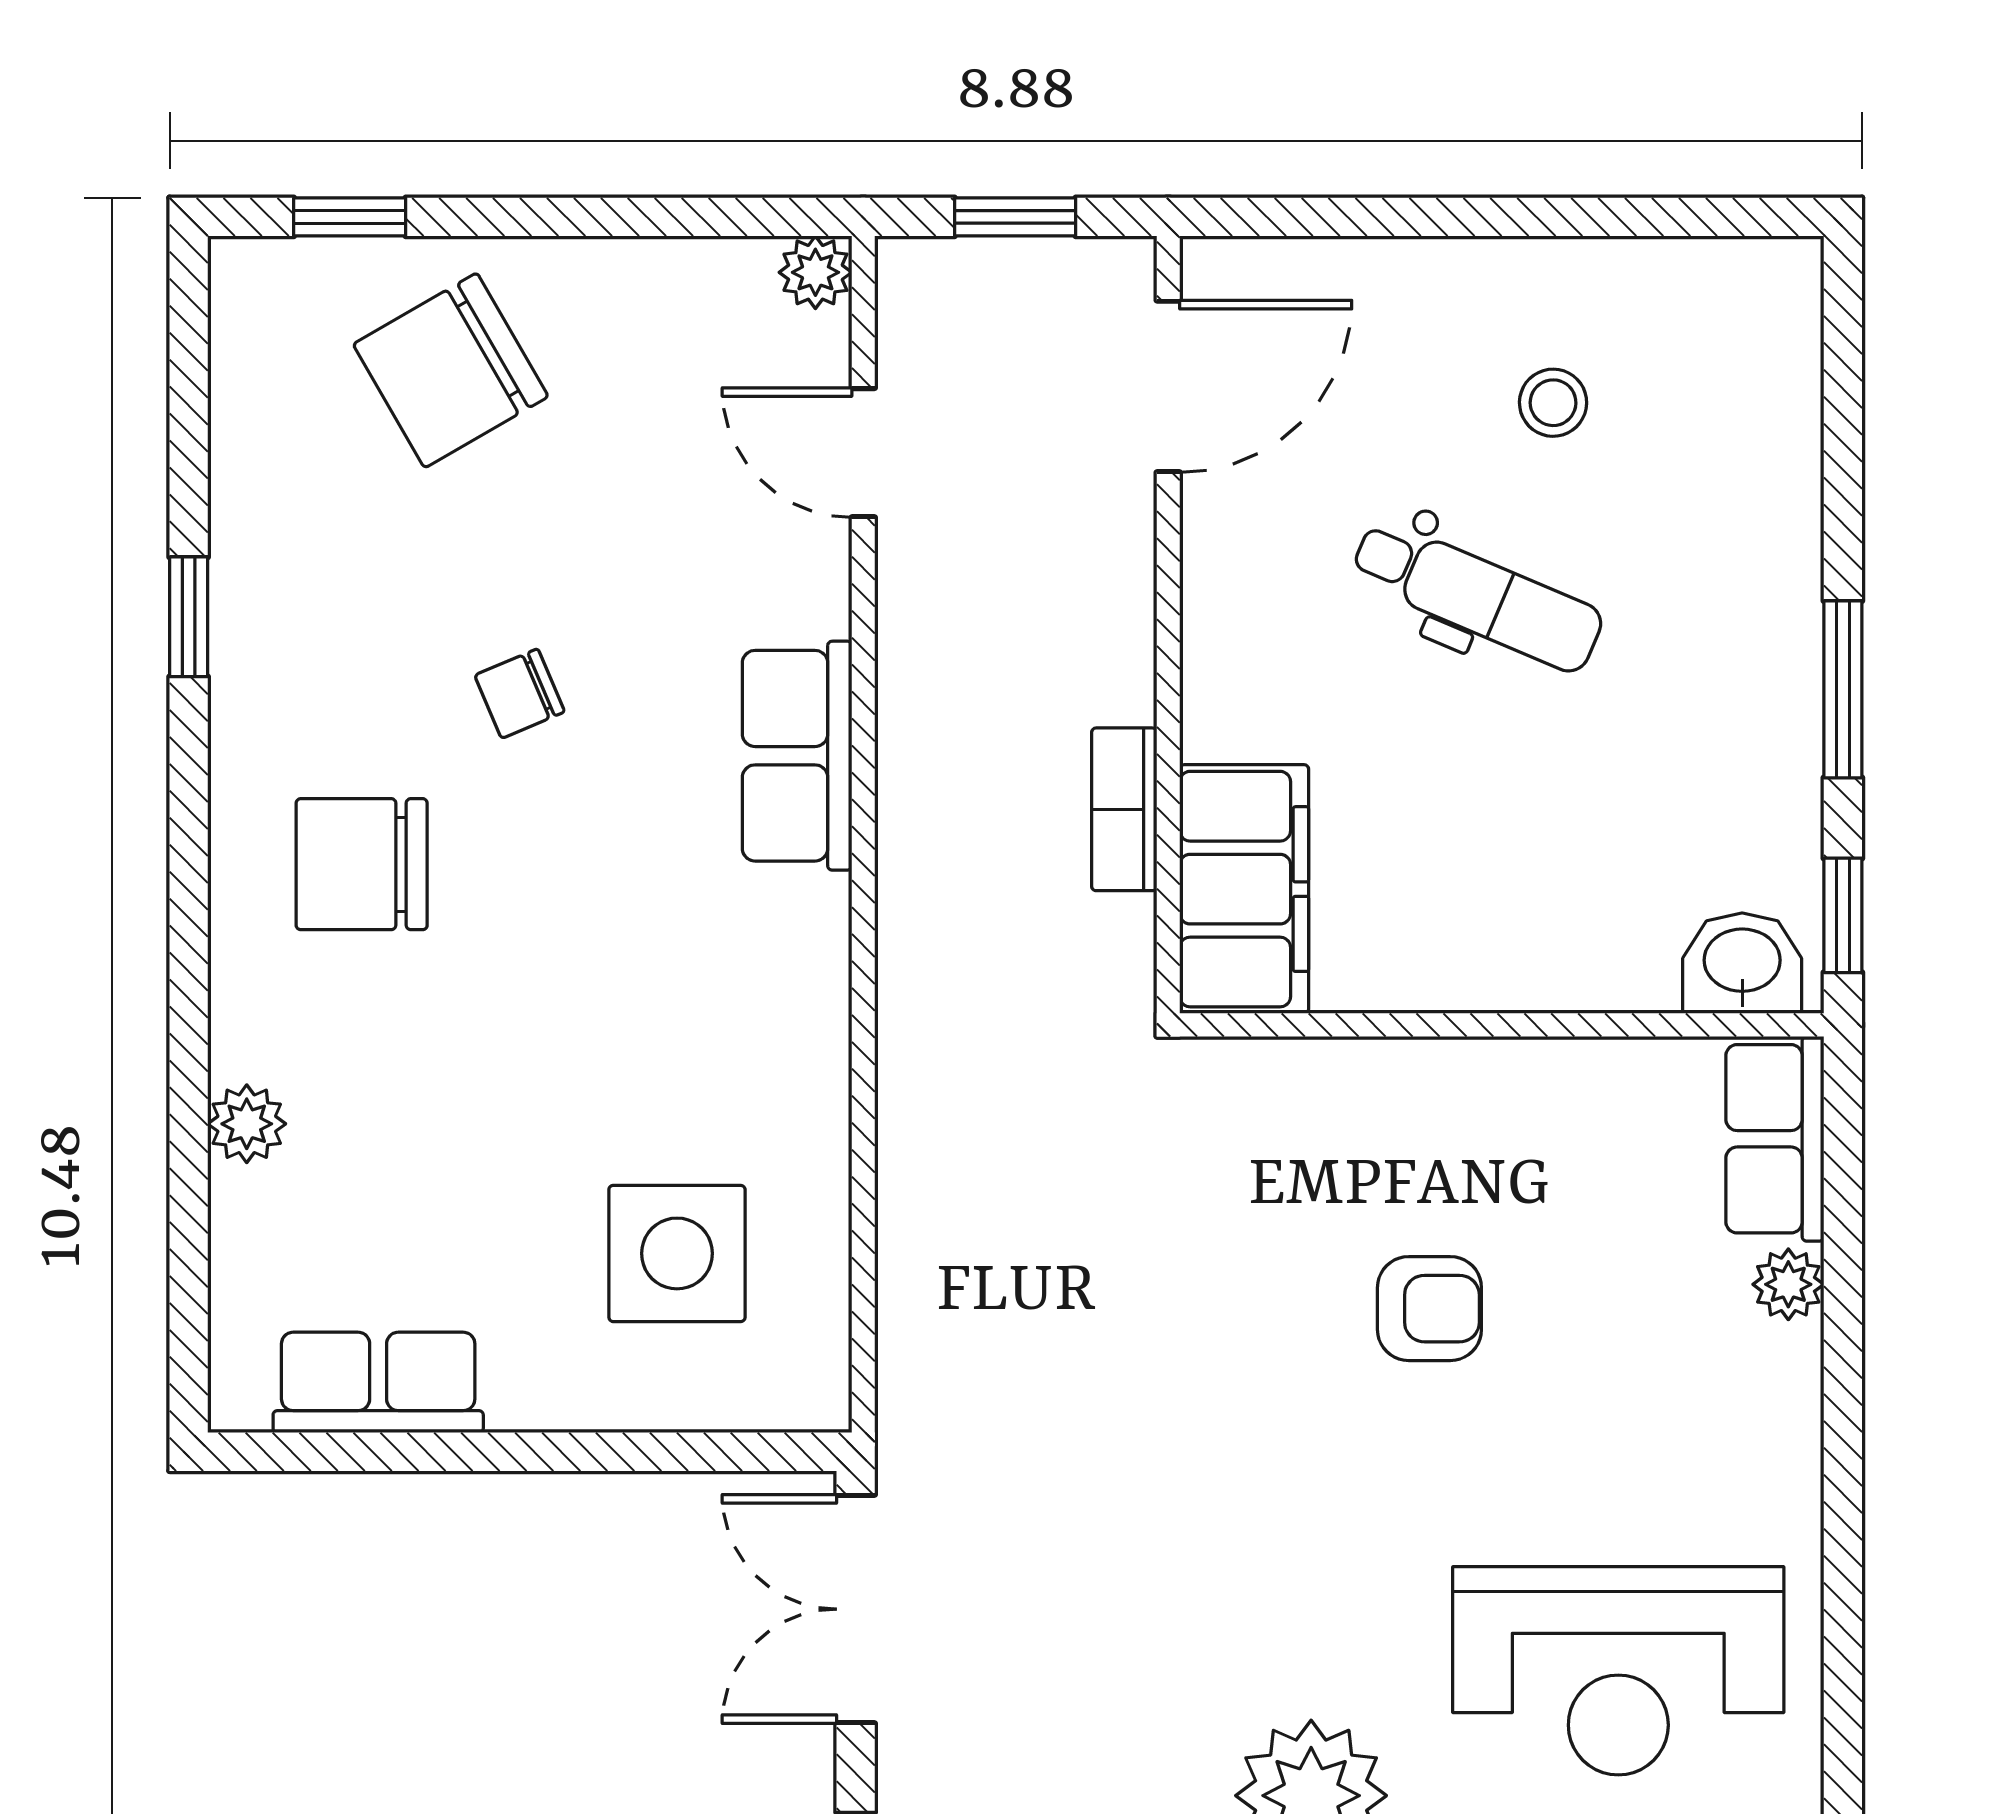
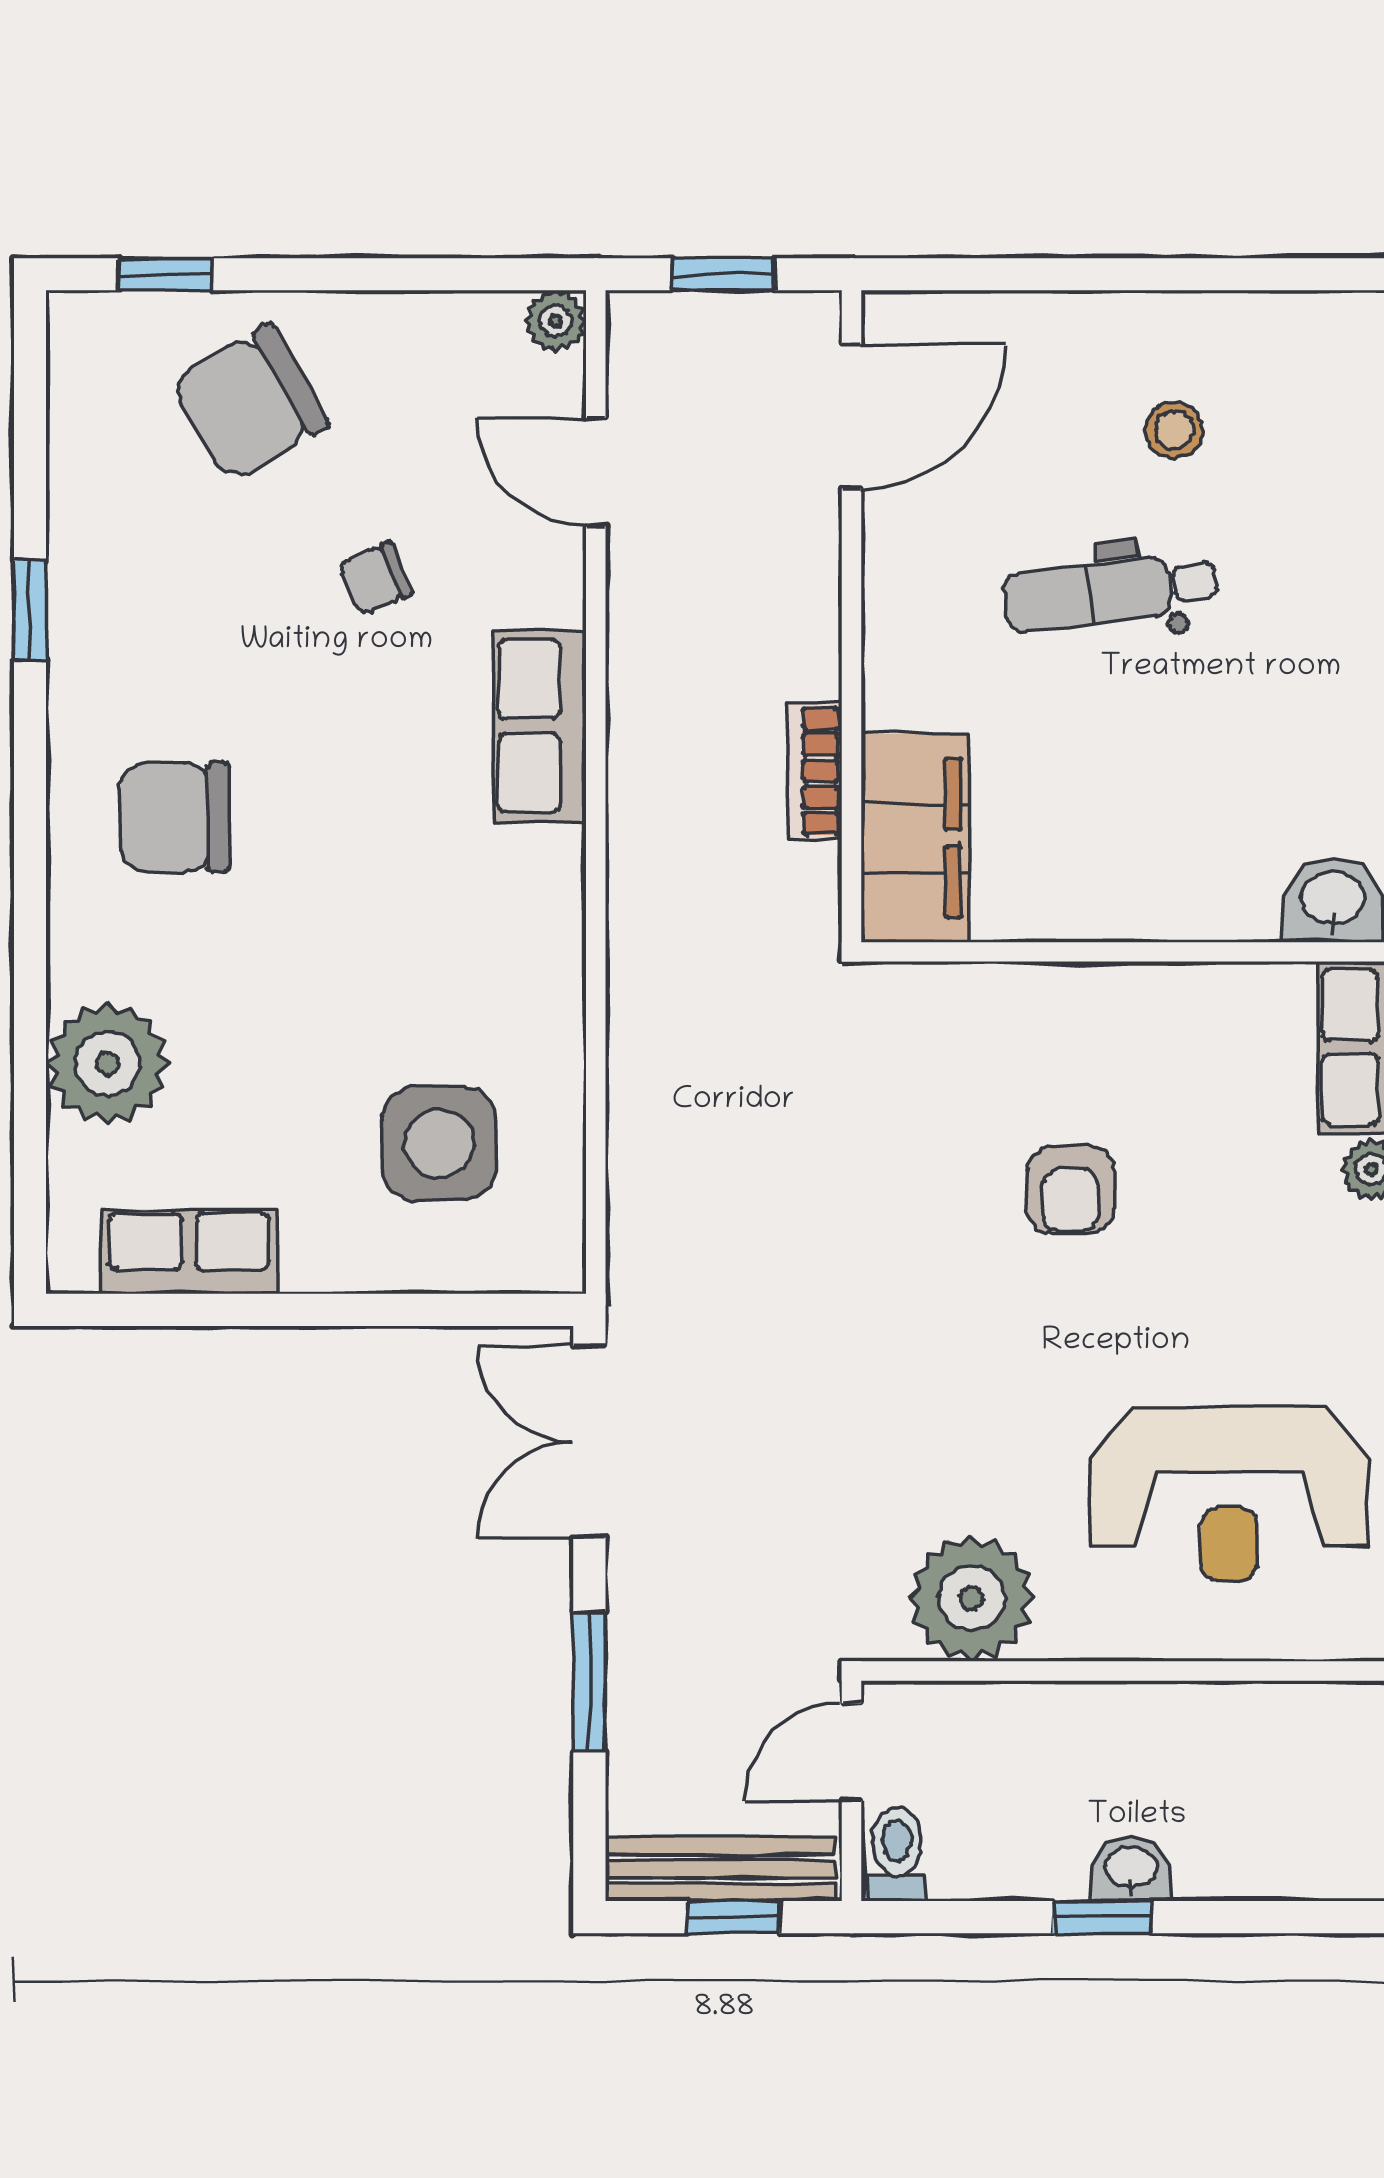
dental chair: (1477, 596) -> (1110, 592), turned 150
chair: (520, 694) -> (375, 579), moved
plant: (247, 1124) -> (107, 1063), width x1.87, depth x1.87
armchair: (1429, 1309) -> (1071, 1190), turned 90

